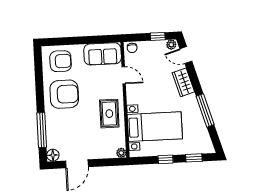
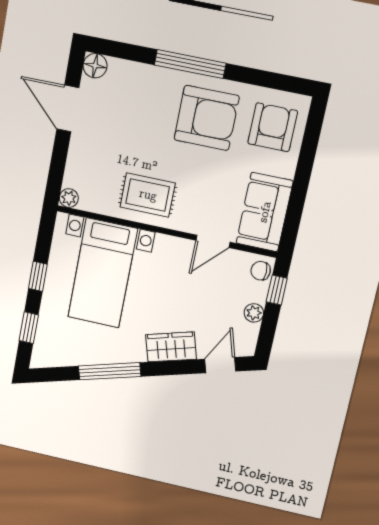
window: (158, 36) -> (277, 290), moved
plant: (171, 45) -> (254, 313), moved
armchair: (61, 61) -> (273, 127), turned 180
armchair: (64, 94) -> (207, 118), turned -90
window: (42, 130) -> (190, 64), moved

